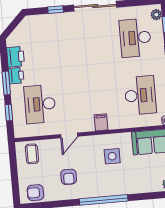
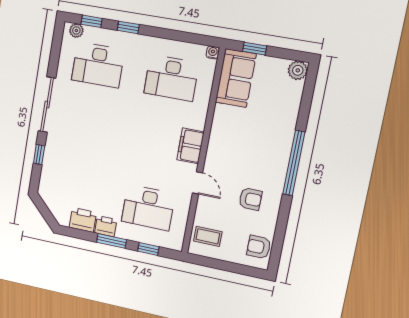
desk: (140, 95) -> (171, 78), turned 180
filing cabinet: (101, 122) -> (190, 146), width x2.00
side table: (112, 156) -> (240, 136), removed
armchair: (35, 193) -> (259, 247), turned 90

